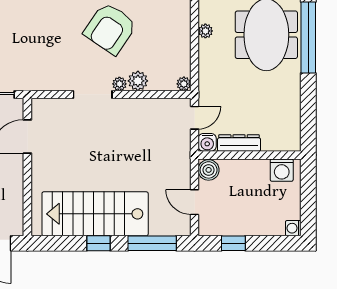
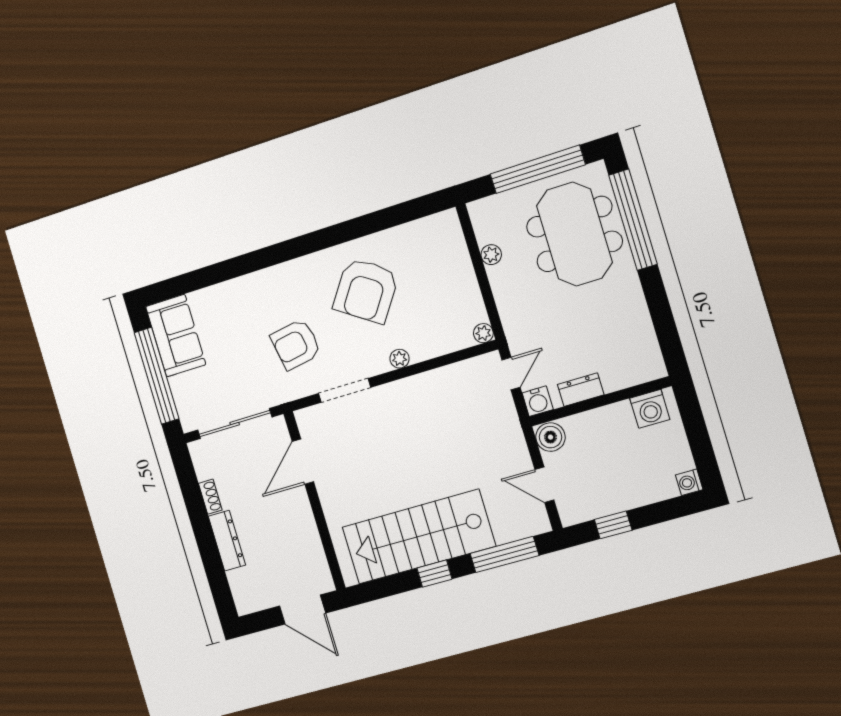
armchair: (48, 51) -> (296, 344), added
plant: (138, 81) -> (422, 348), removed
doorway: (93, 94) -> (345, 390), moved
dresser: (239, 143) -> (581, 390), width x0.70

